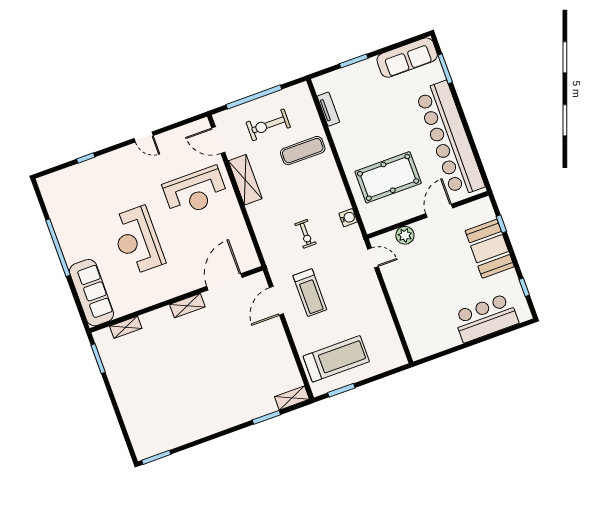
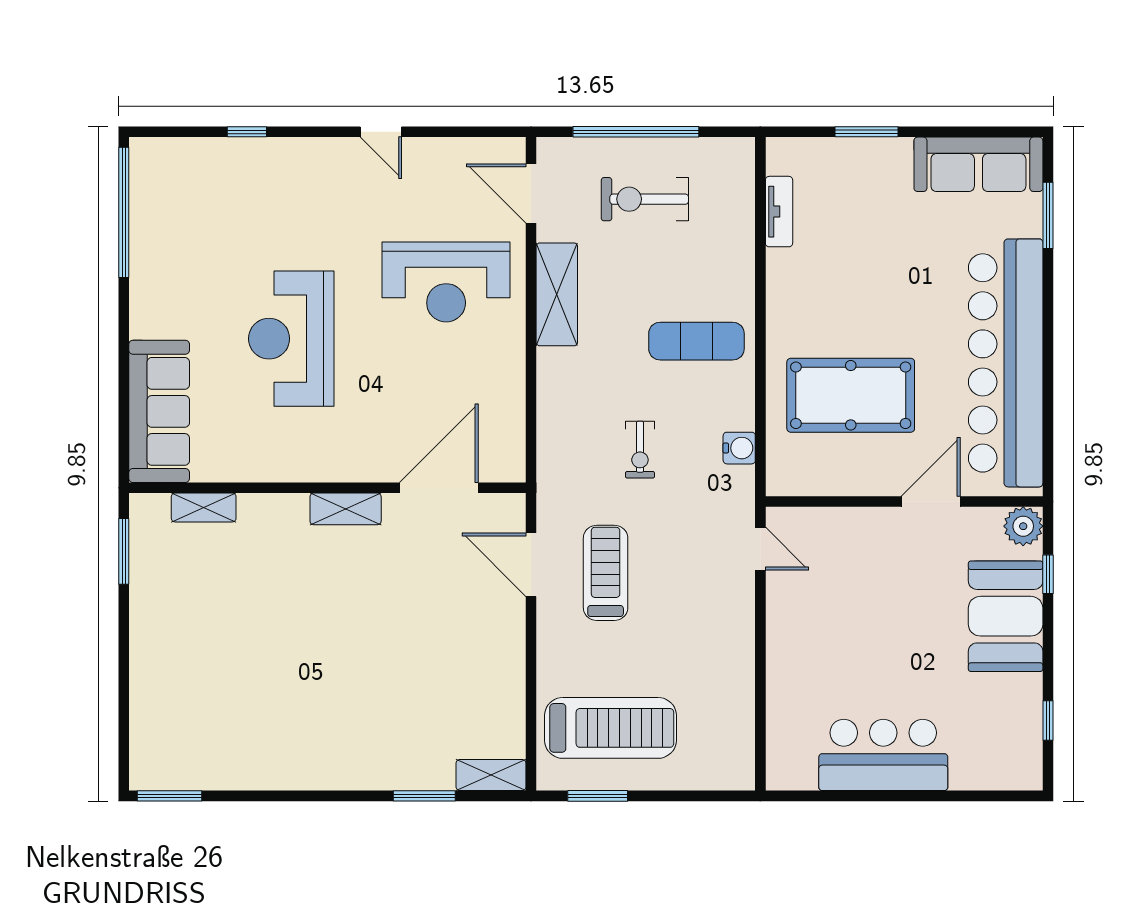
exercise mat: (303, 151) -> (696, 341), moved
plant: (405, 235) -> (1023, 526), moved
window: (58, 248) -> (124, 212), moved
treadmill: (310, 293) -> (606, 573), turned 180
door: (276, 301) -> (531, 565), hinge flipped
bar counter: (486, 318) -> (883, 755), moved

